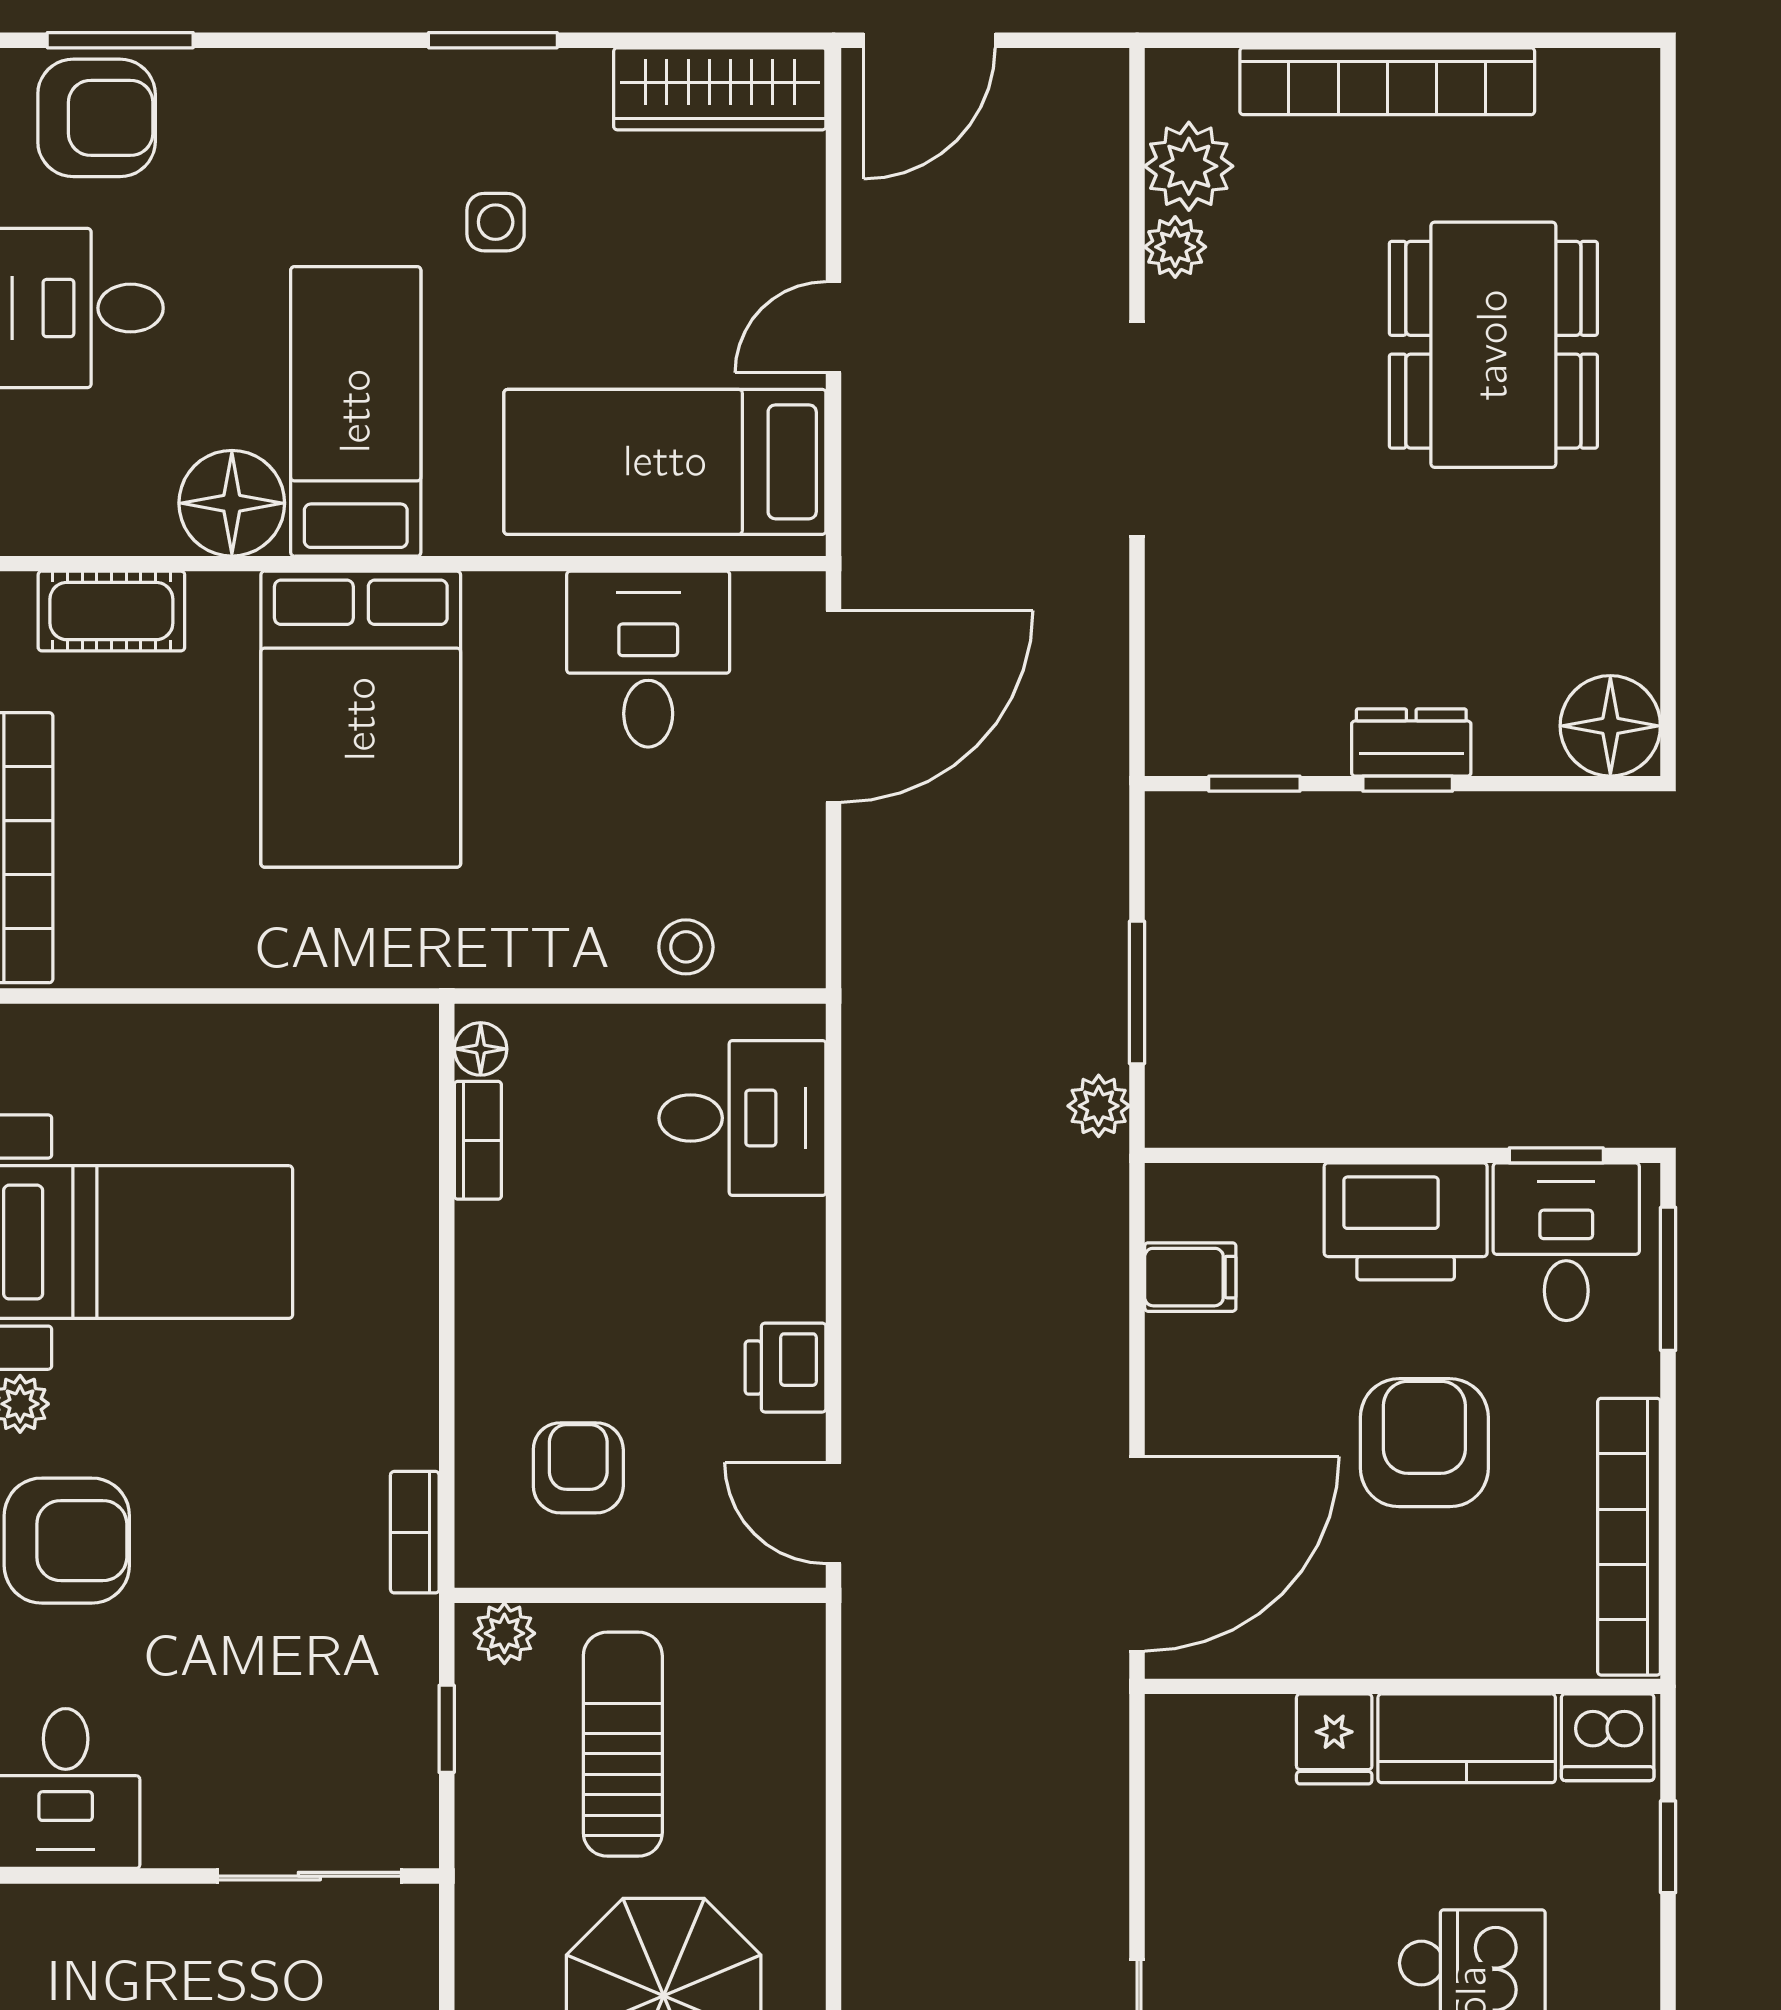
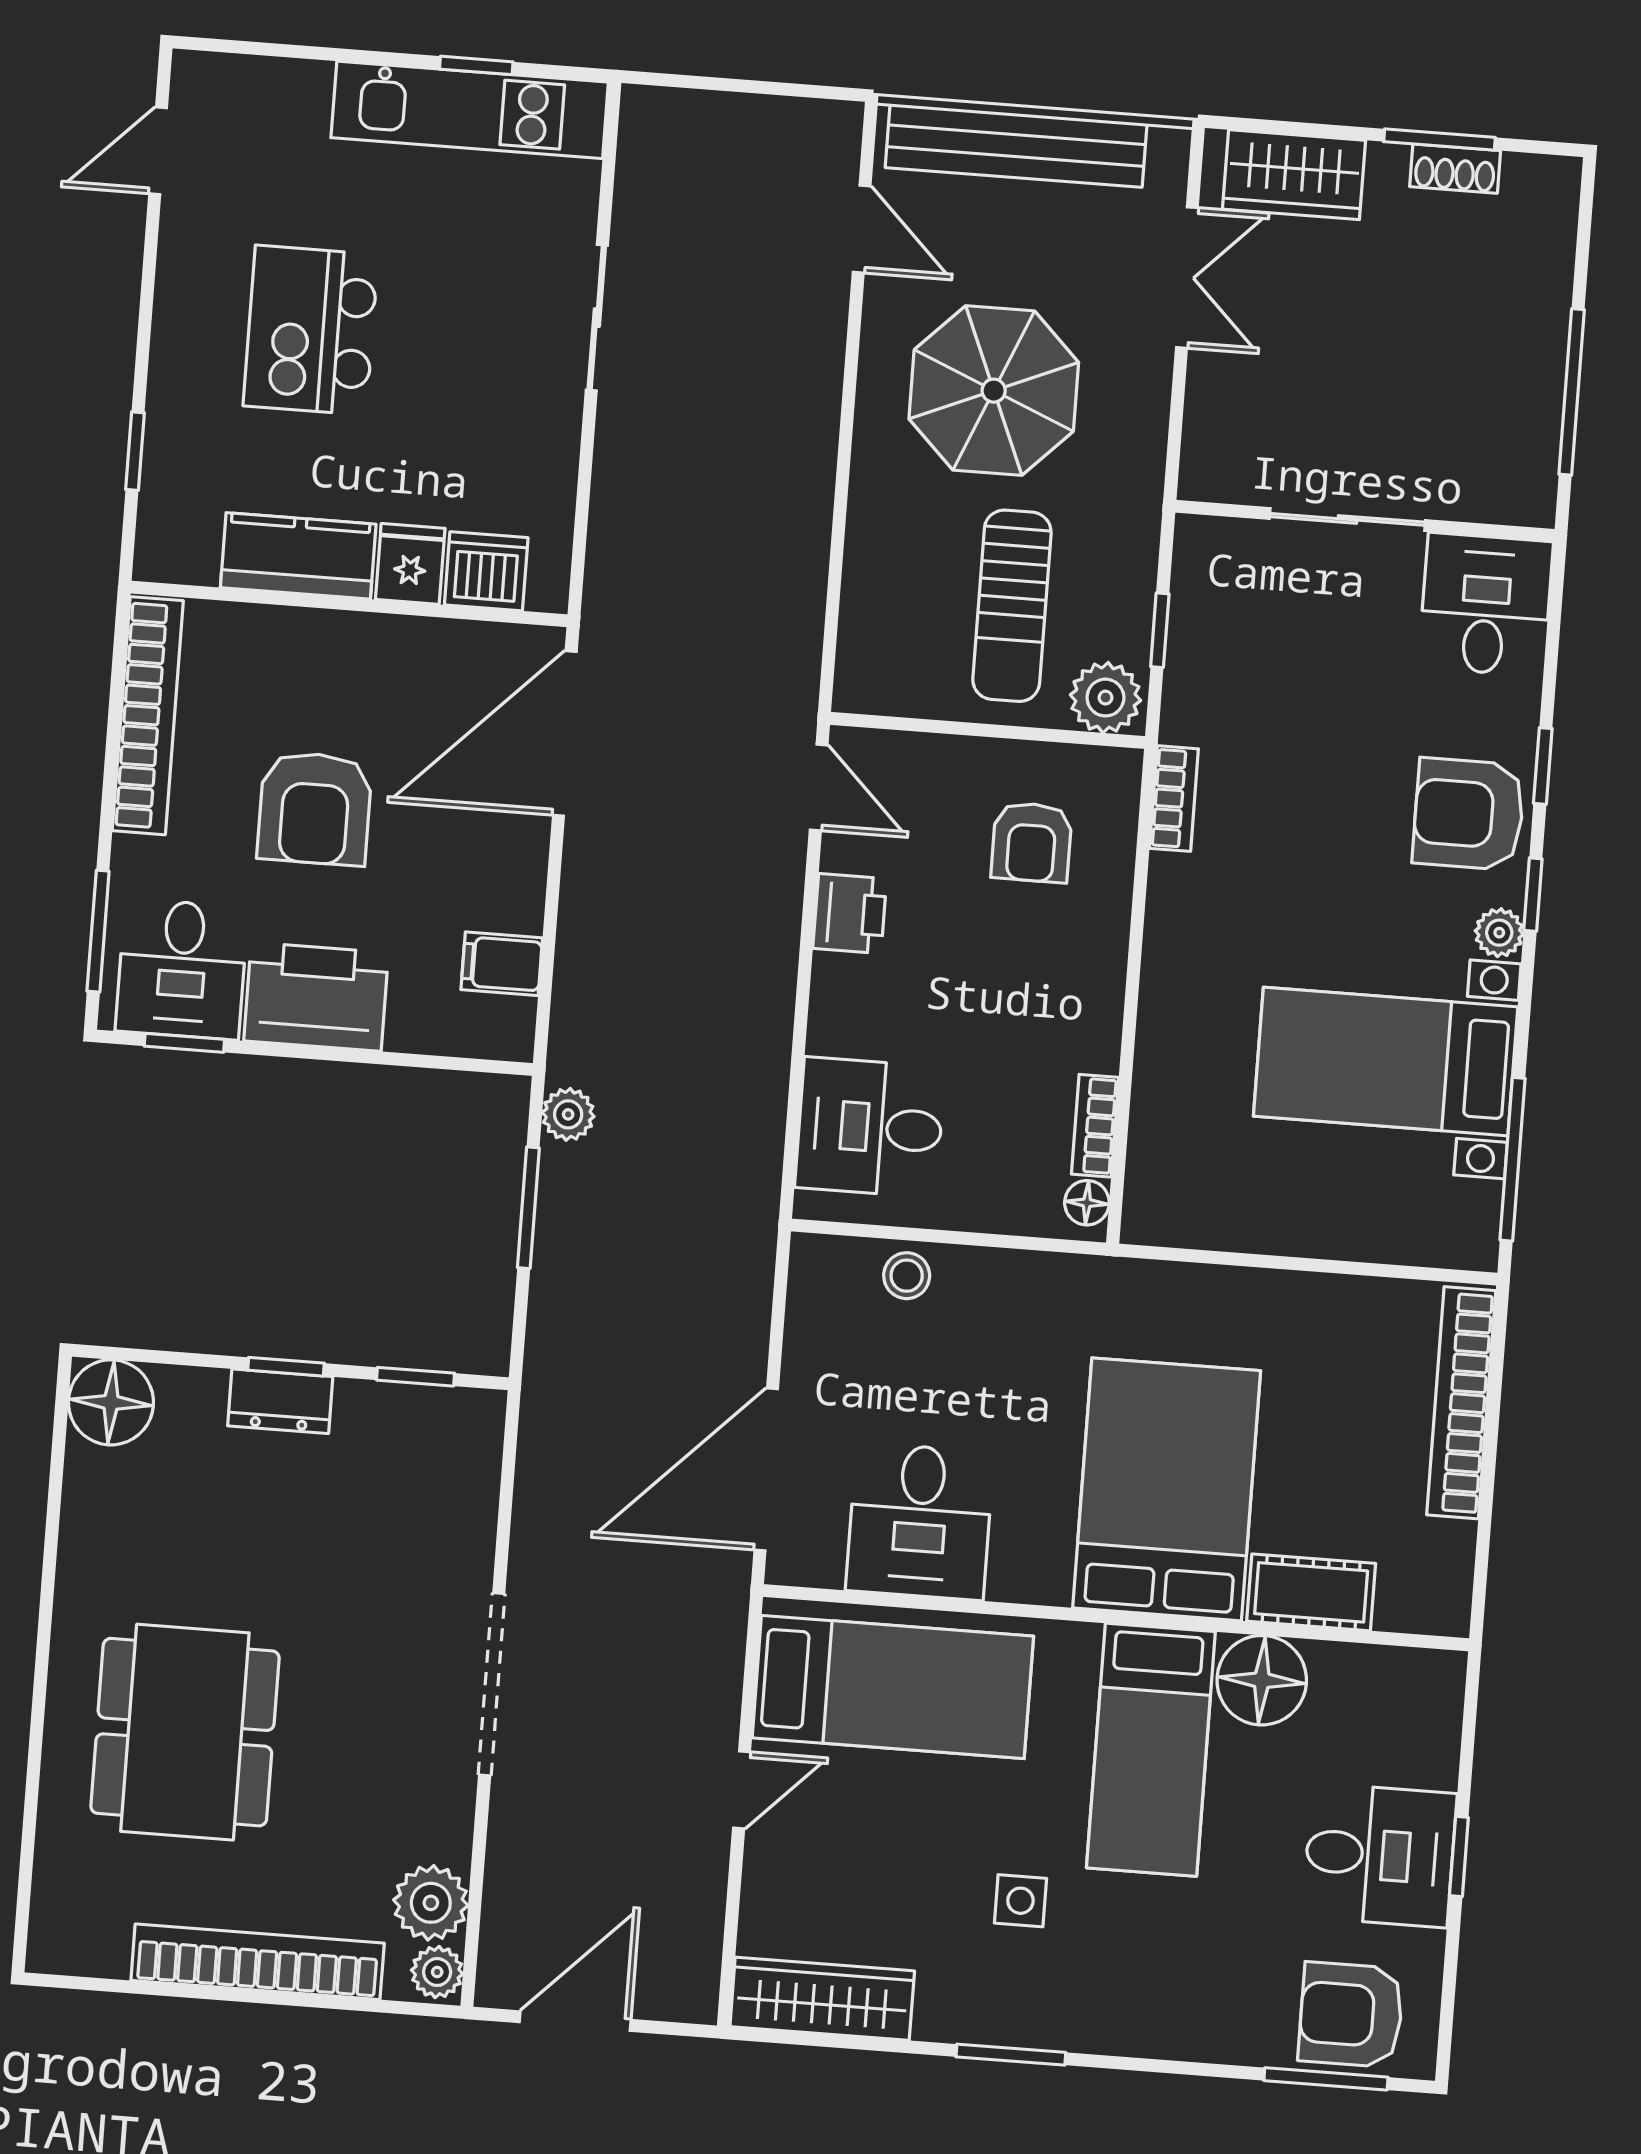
door: (929, 40) -> (575, 2021), moved
plant: (1175, 247) -> (437, 1972), moved
cot: (111, 611) -> (1311, 1592), moved
plant: (504, 1633) -> (1105, 698), width x1.38, depth x1.38
dishwasher: (1608, 1737) -> (486, 571), moved
sliding door: (309, 1876) -> (1347, 519), moved

